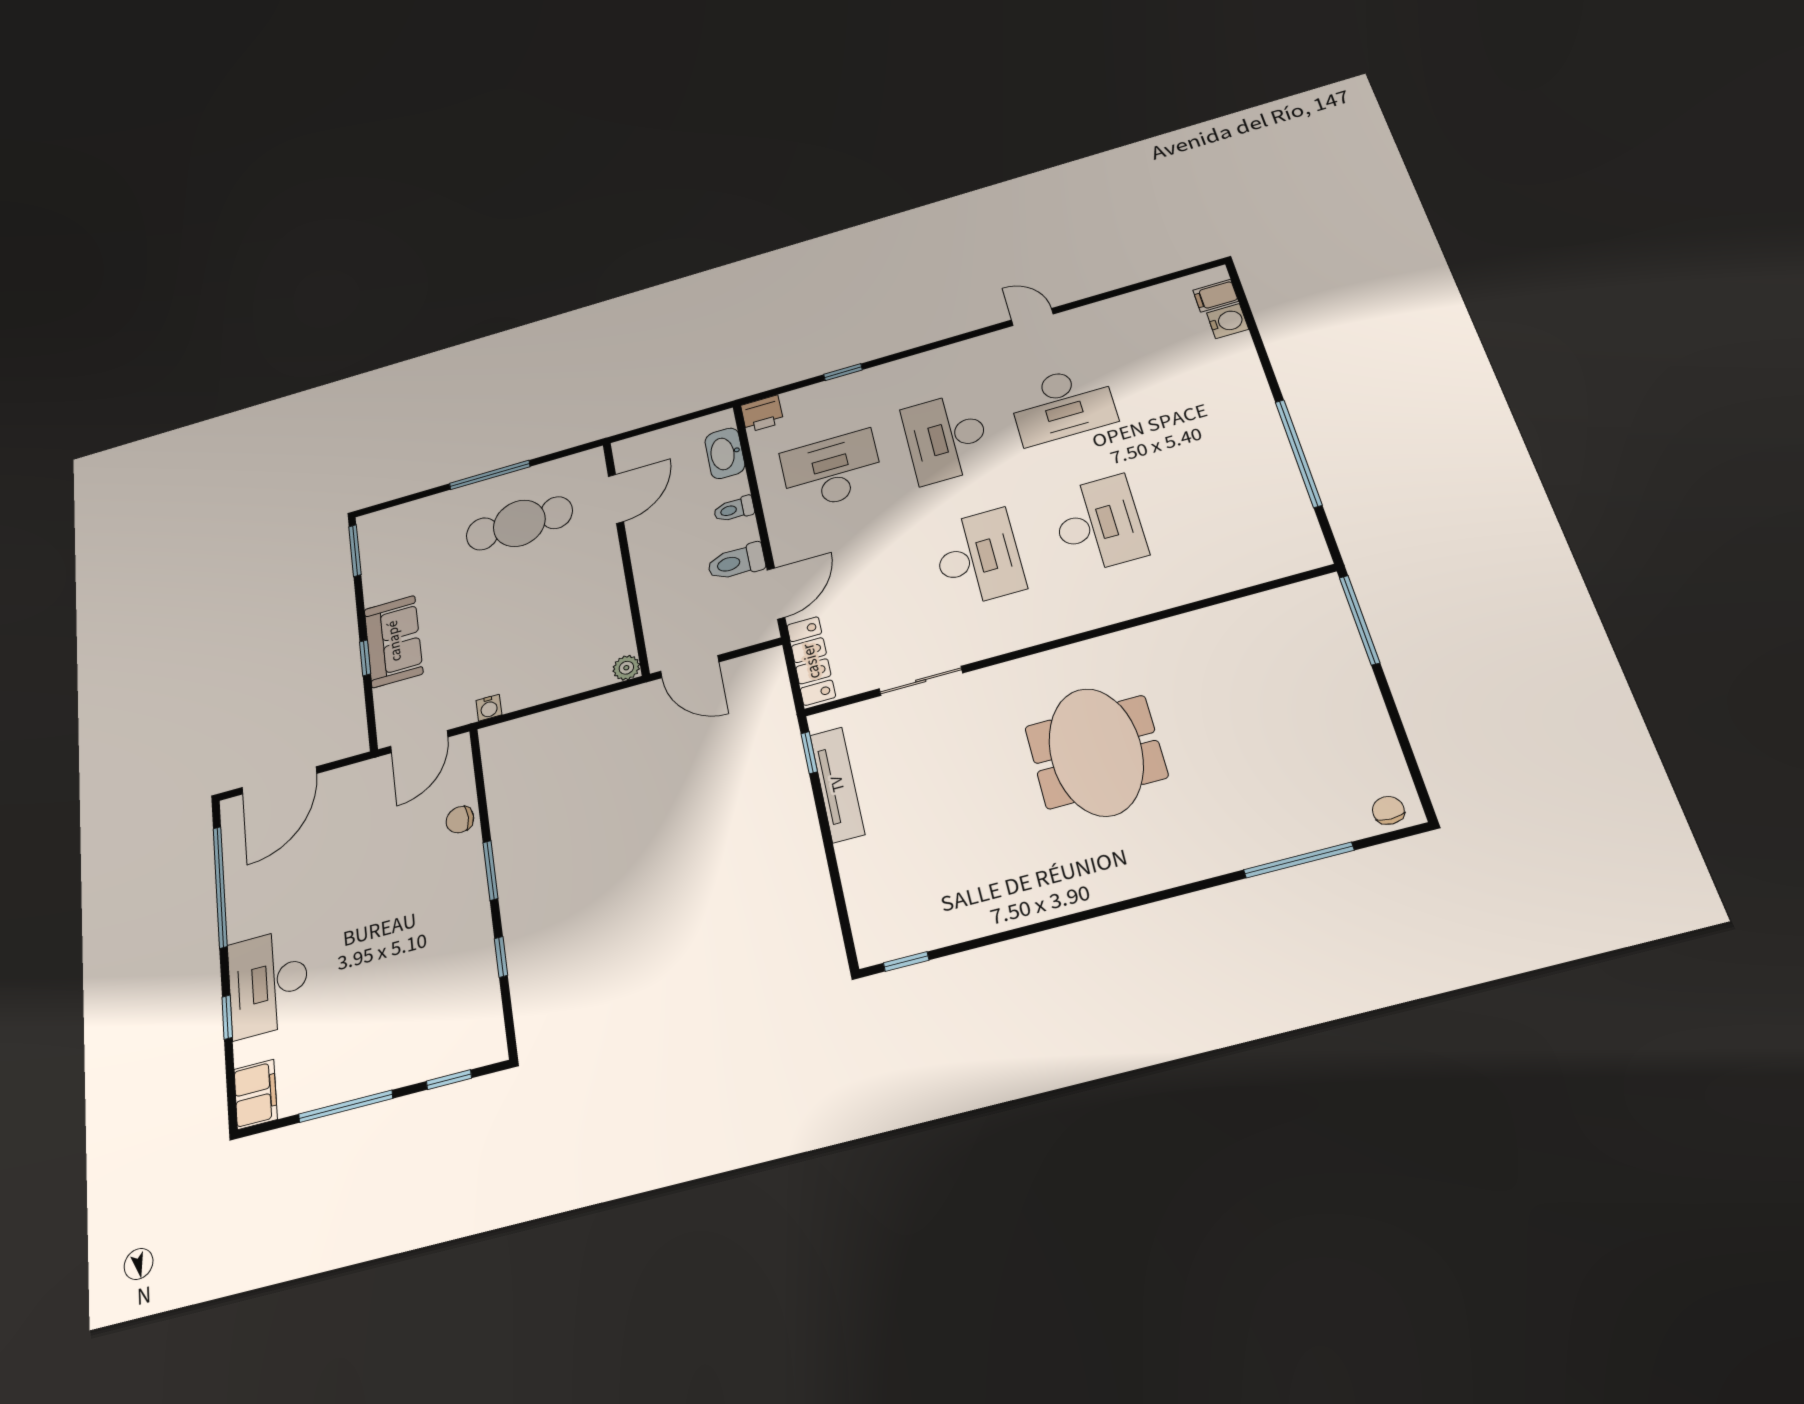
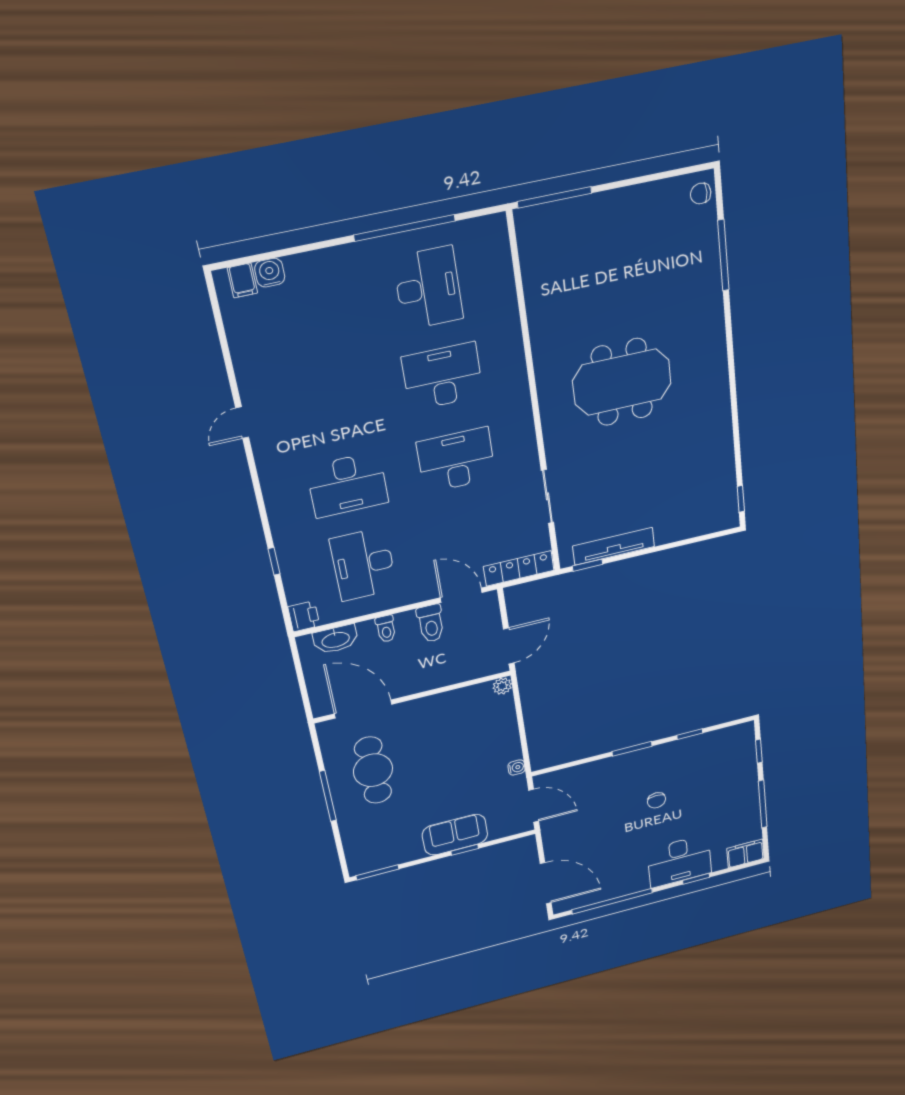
desk: (1062, 405) -> (428, 288), moved
door: (616, 499) -> (363, 709), width x1.36
chair: (460, 820) -> (656, 800), moved

